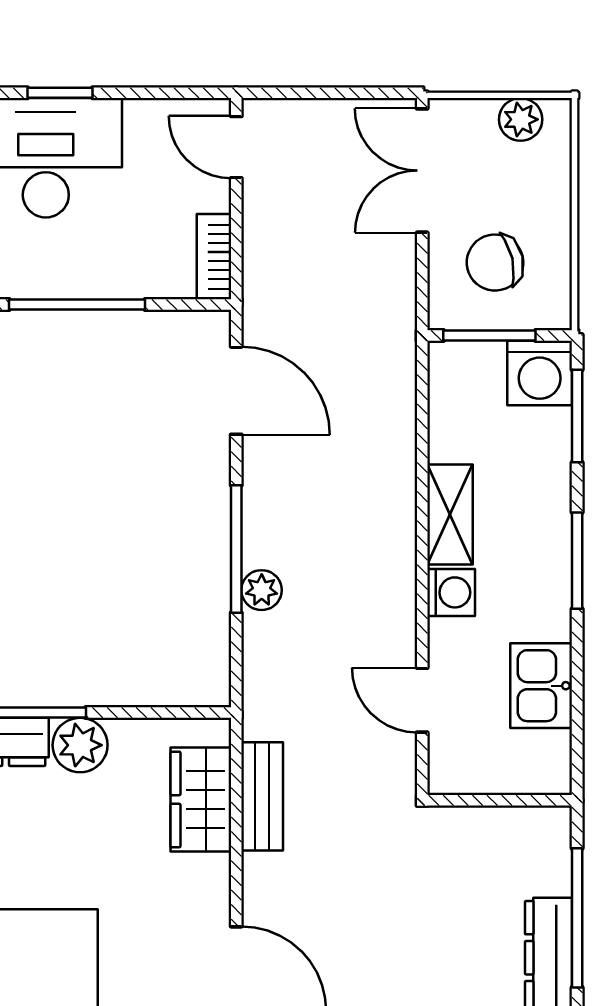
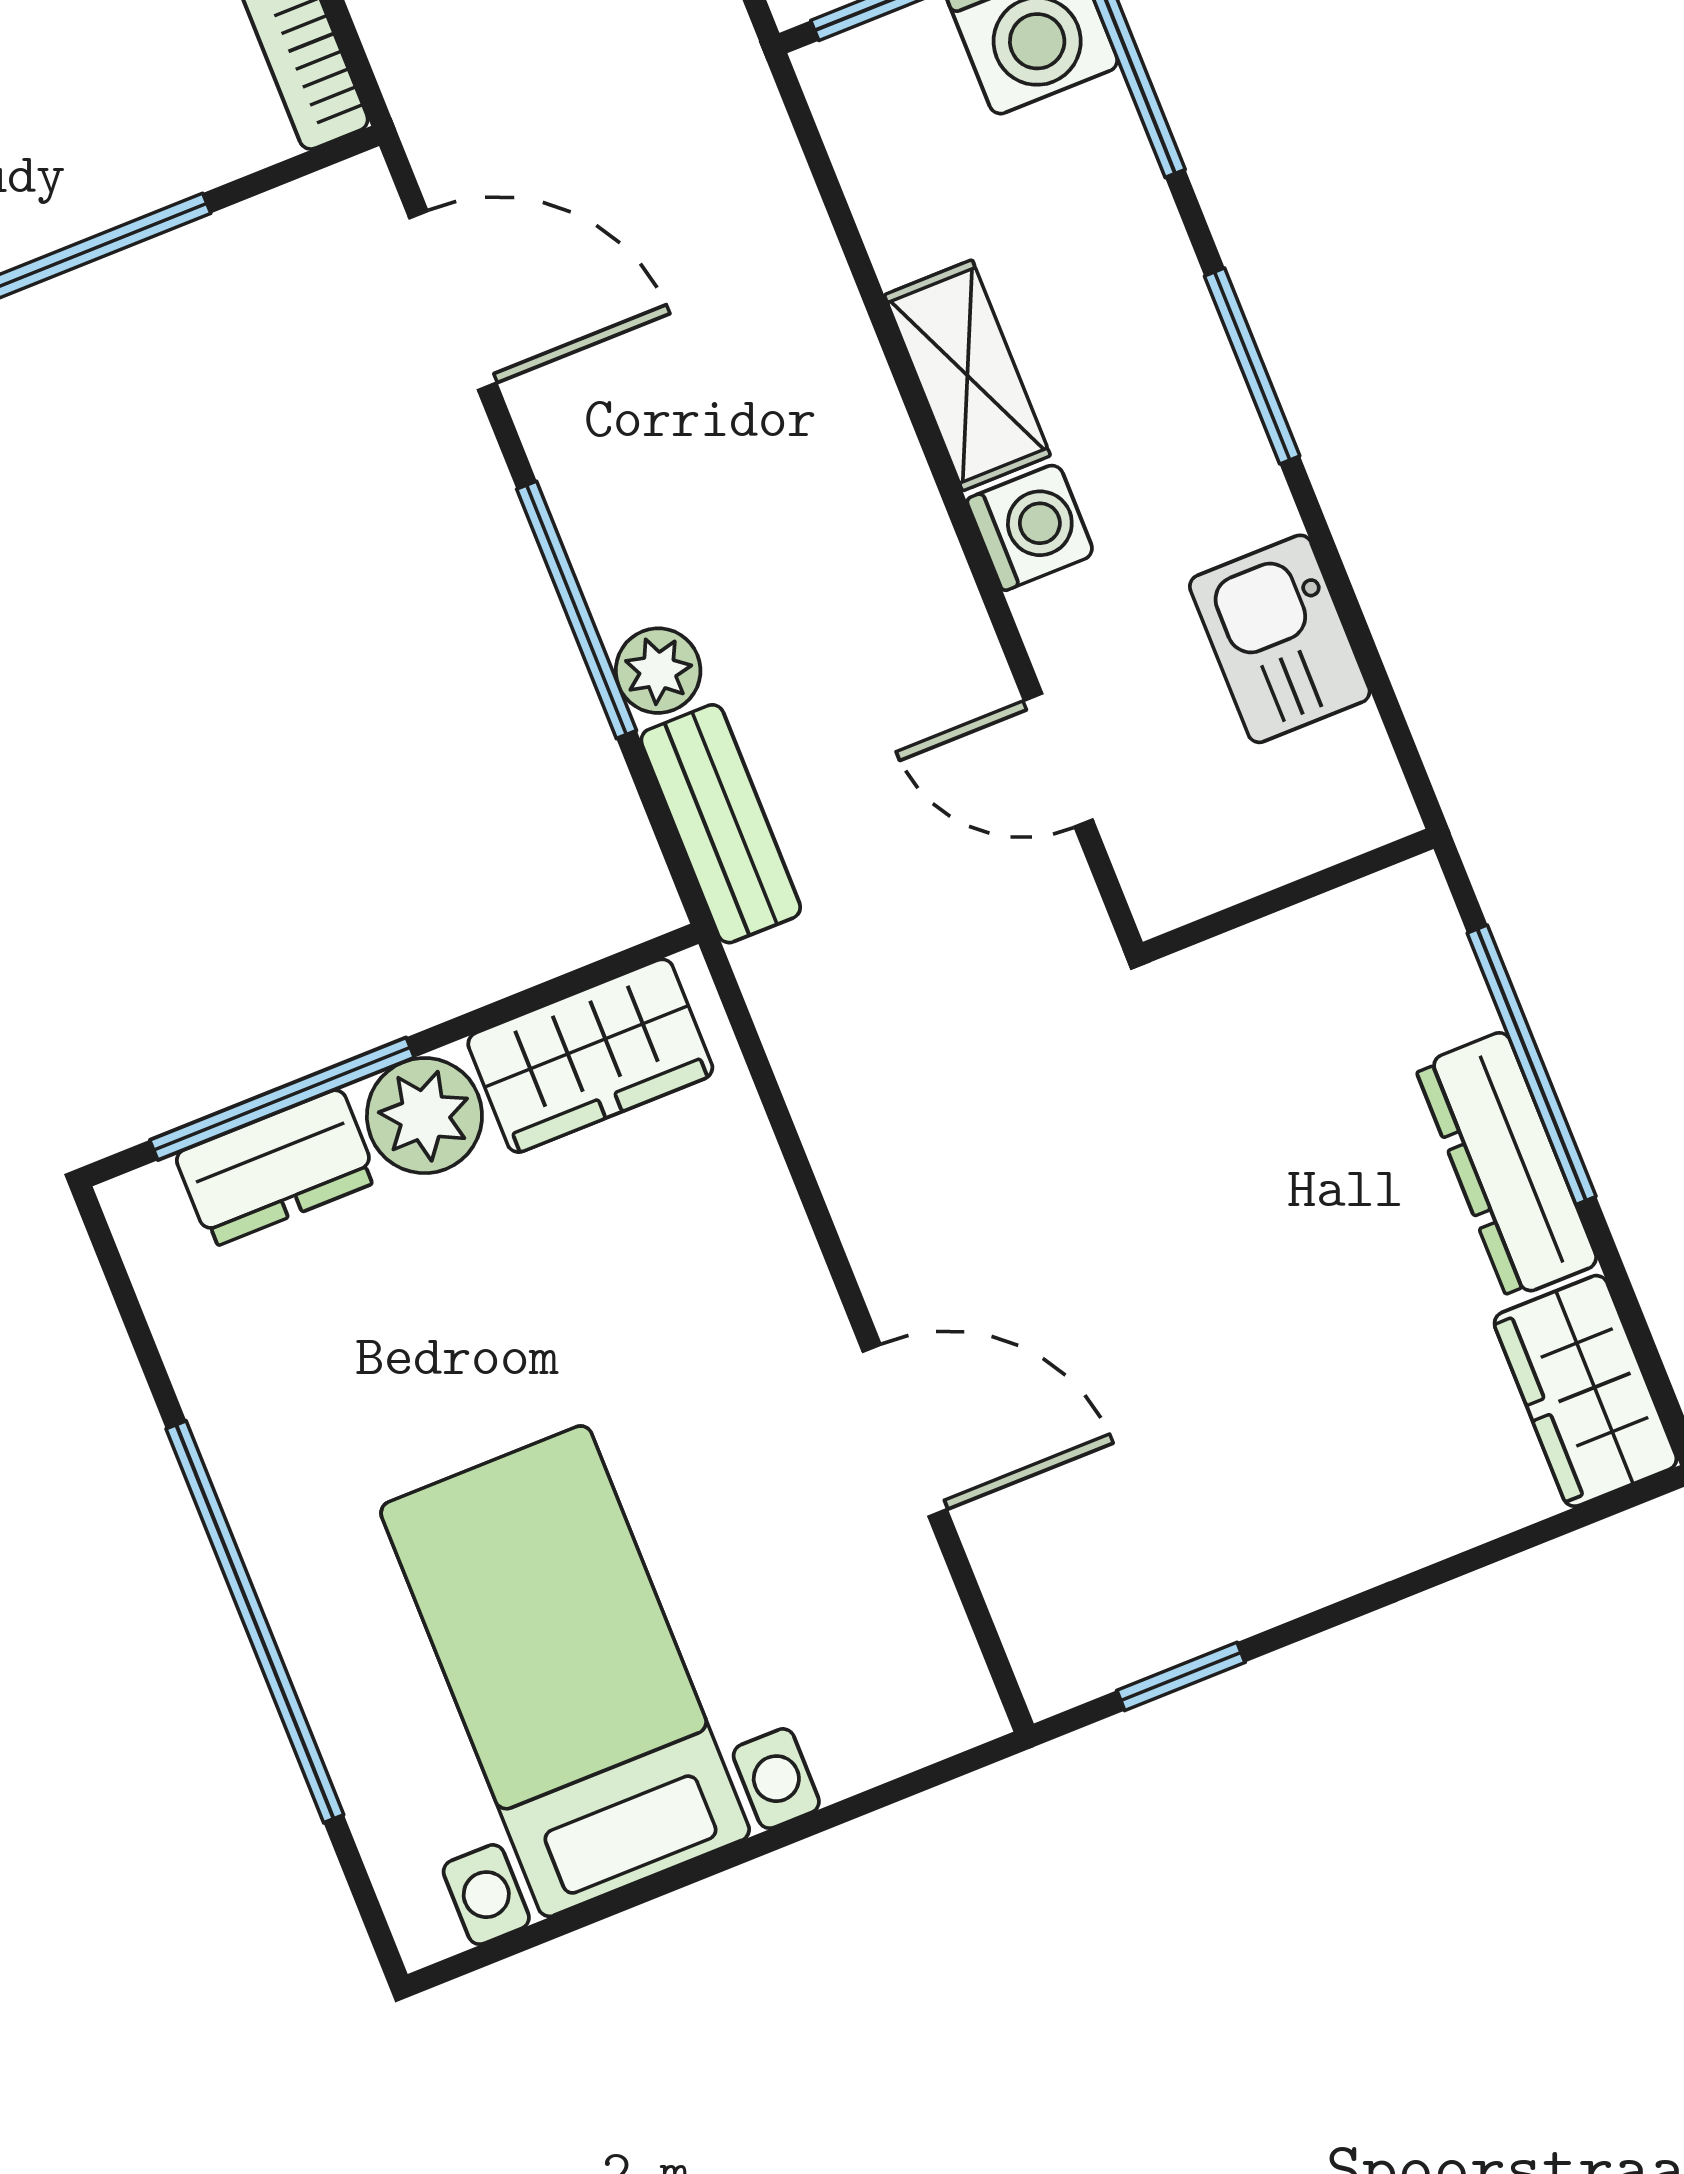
bench: (262, 796) -> (721, 824), moved
wardrobe: (201, 799) -> (590, 1056), moved, turned -90

